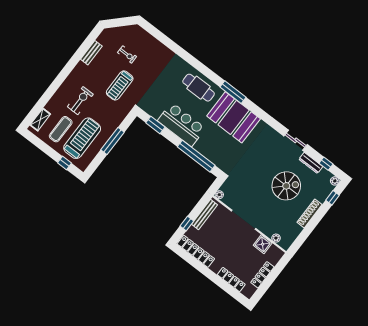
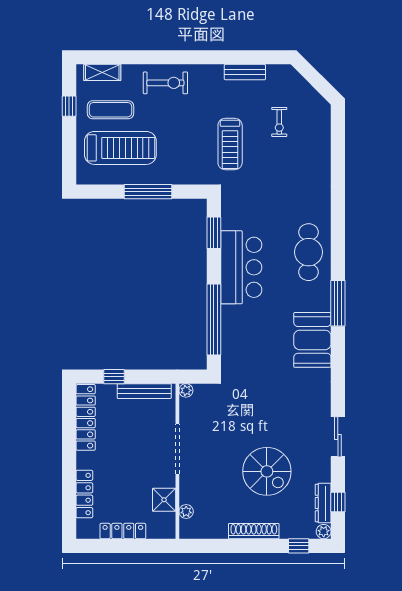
treadmill: (120, 85) -> (230, 144), turned -90
exercise bike: (80, 101) -> (165, 83), moved
booth: (234, 117) -> (312, 340), width x0.73, depth x0.70
window: (65, 163) -> (69, 106), moved
dresser: (311, 163) -> (323, 503), moved

